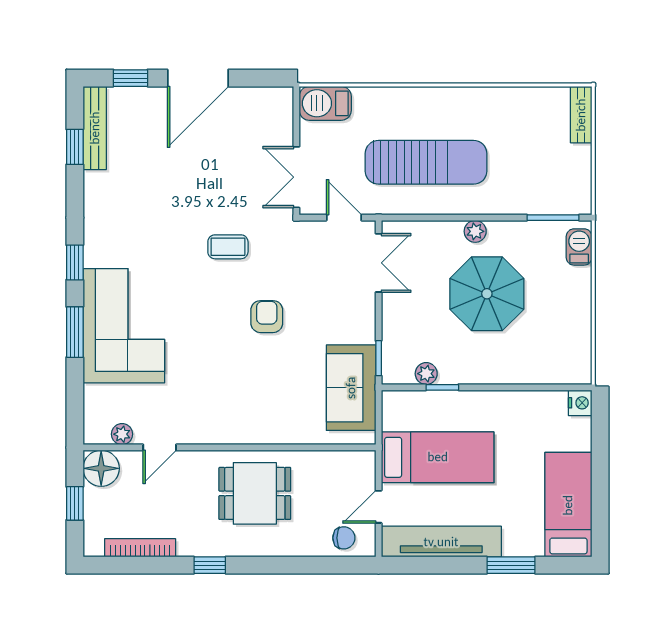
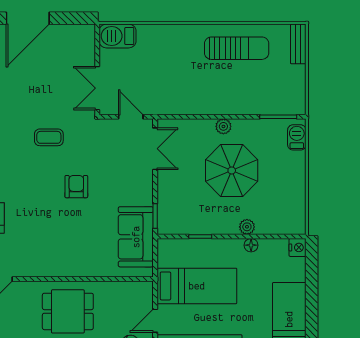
sun lounger: (426, 162) -> (237, 48), moved, width x0.73, depth x0.75
plant: (426, 374) -> (247, 227), moved
floor lamp: (514, 400) -> (251, 245), added

